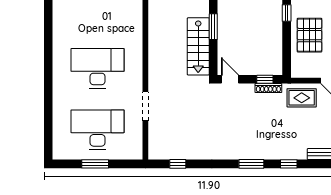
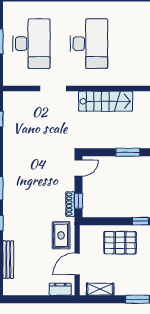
stairs: (198, 46) -> (106, 101), moved, turned 180

